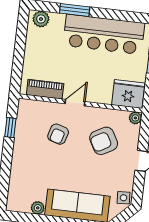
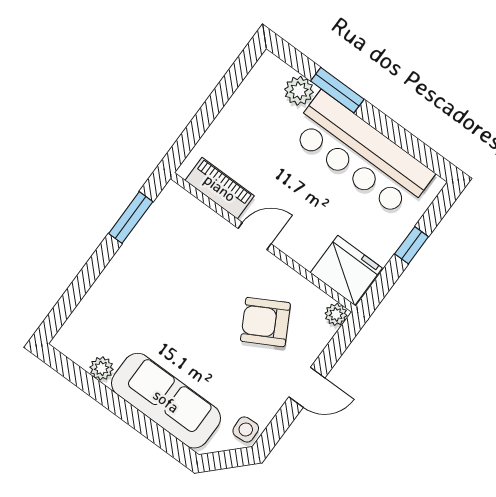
plant: (41, 19) -> (299, 91), moved
window: (10, 128) -> (131, 218), width x1.50
armchair: (58, 134) -> (200, 271), removed

